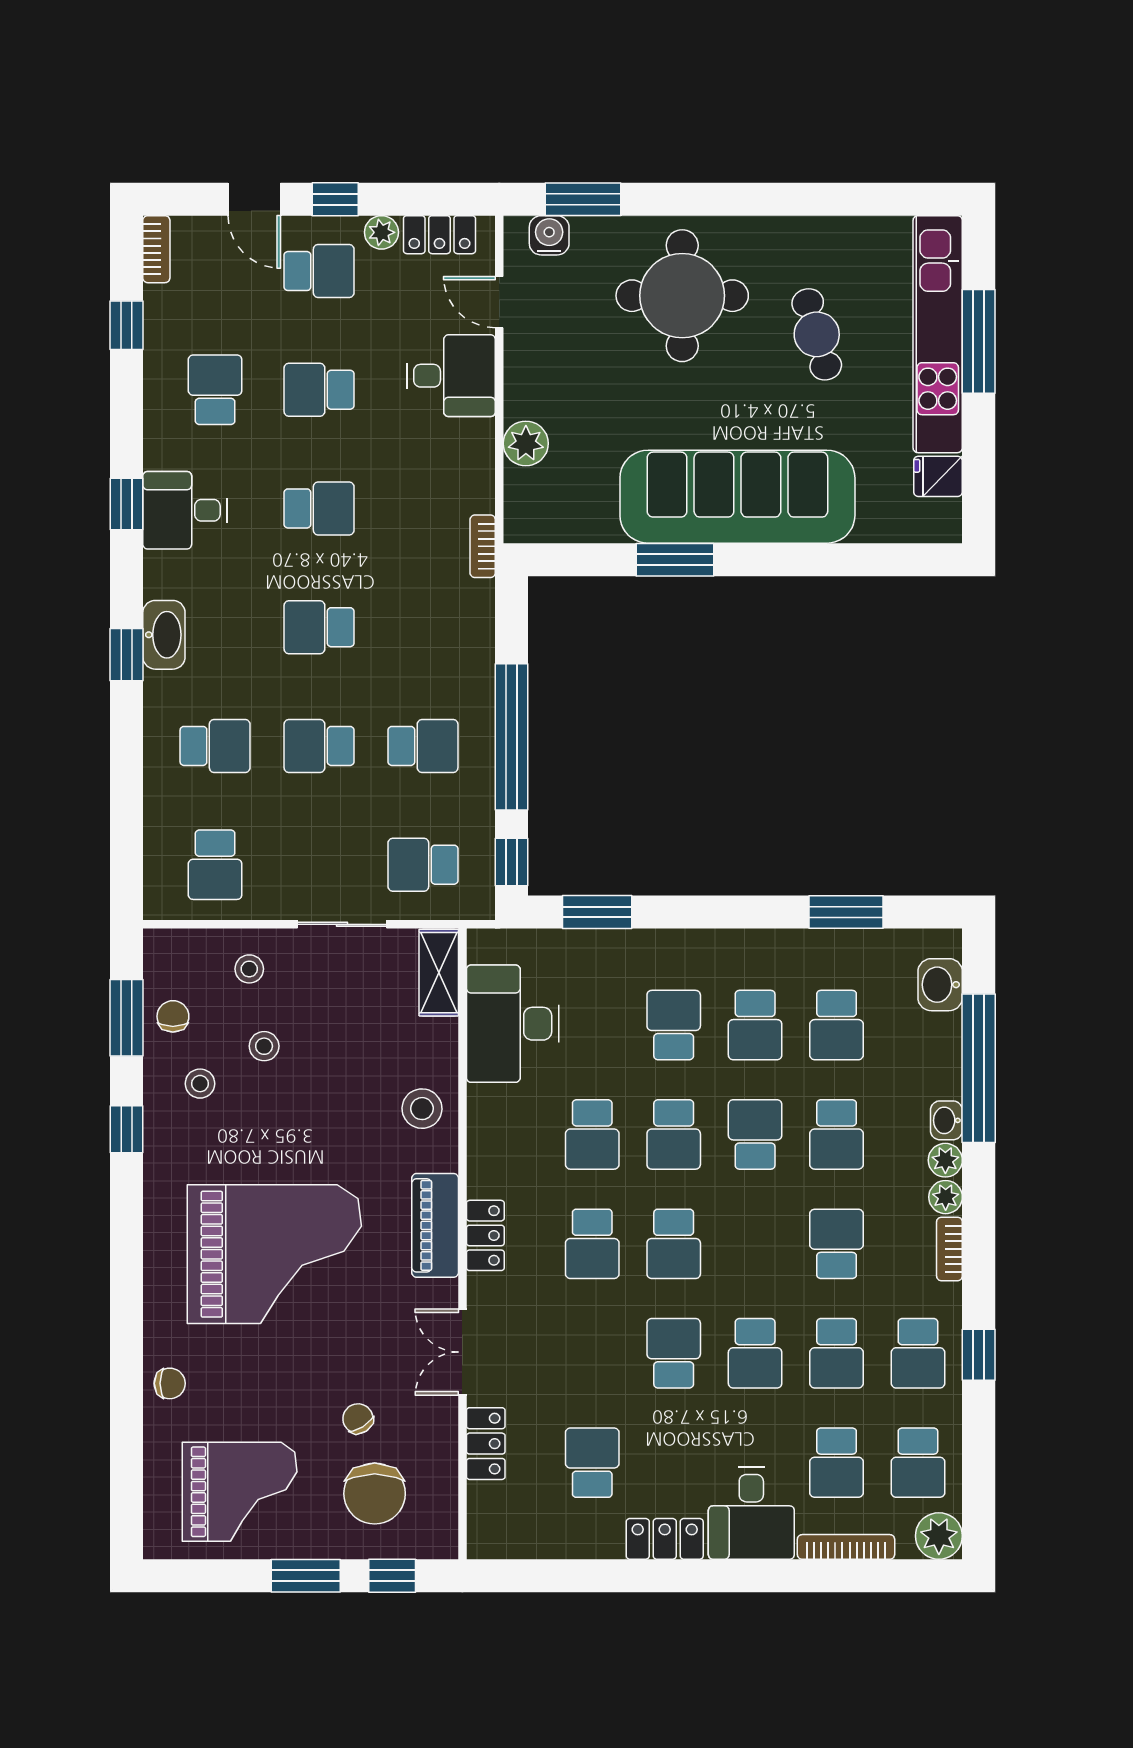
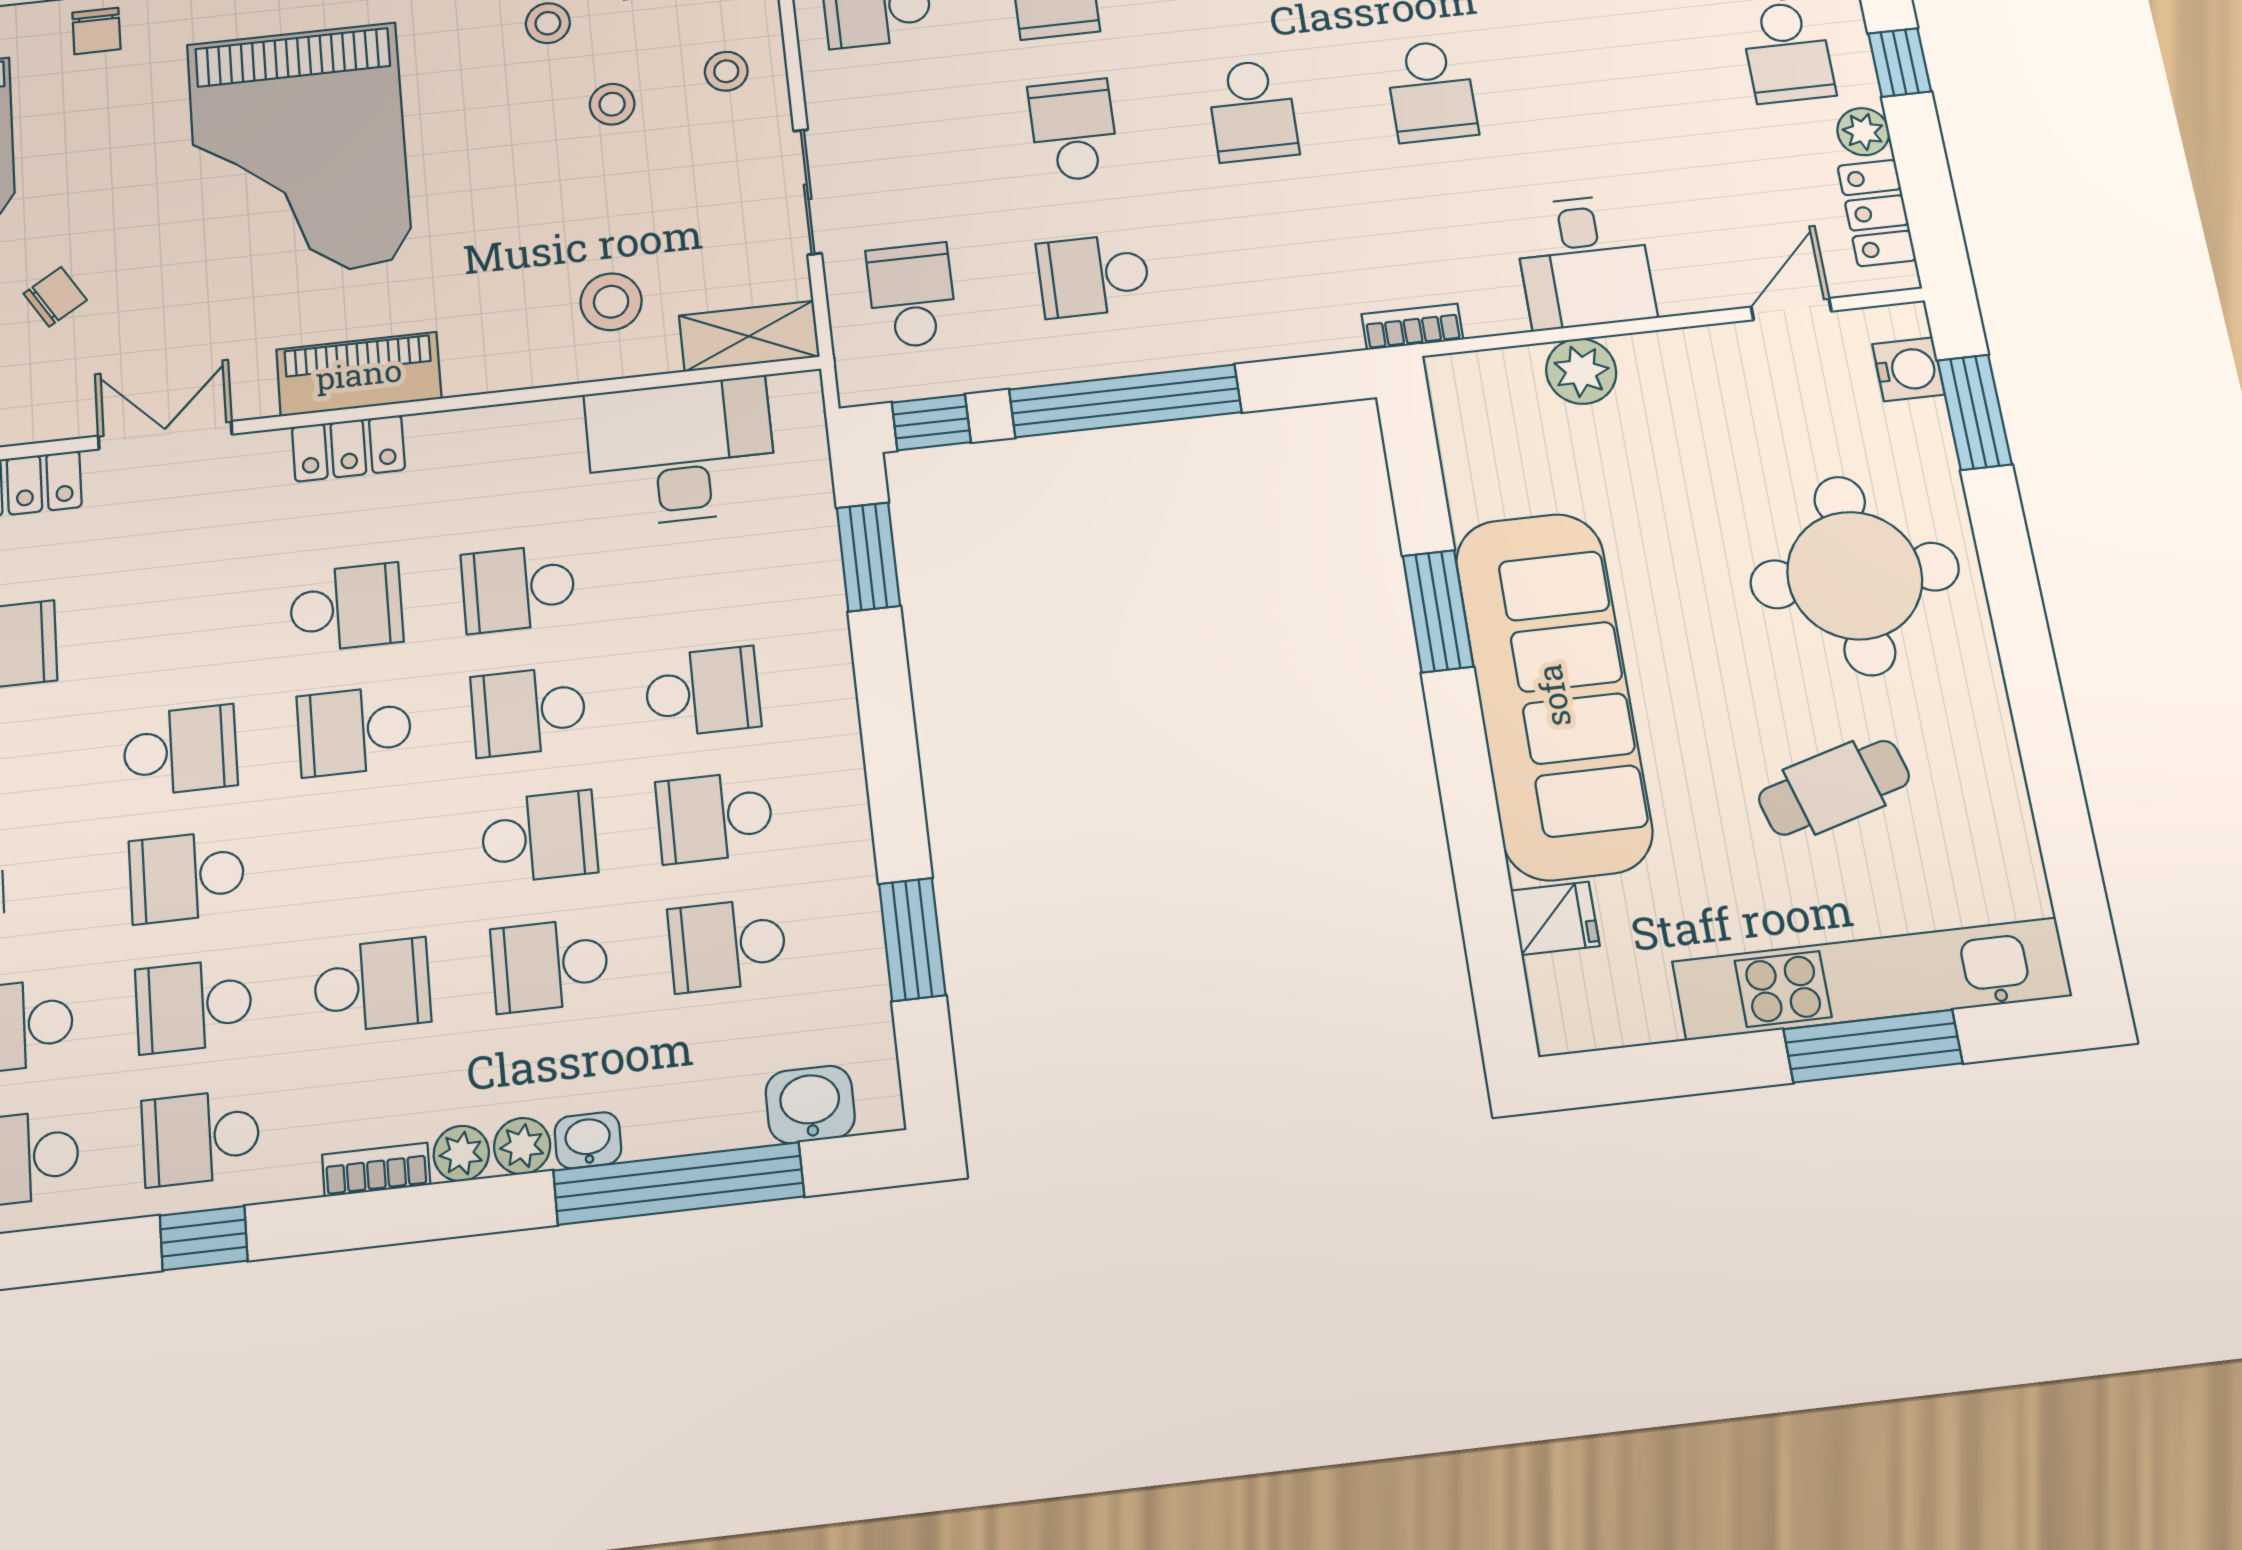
desk: (451, 376) -> (1584, 262), moved
school desk: (319, 390) -> (1609, 72), removed
fridge: (938, 476) -> (1555, 918), moved, turned 90
school desk: (319, 627) -> (1253, 111), turned 180
school desk: (423, 746) -> (1094, 276), turned 90
stool: (422, 1109) -> (611, 302), moved
school desk: (592, 1244) -> (346, 608), turned 180

